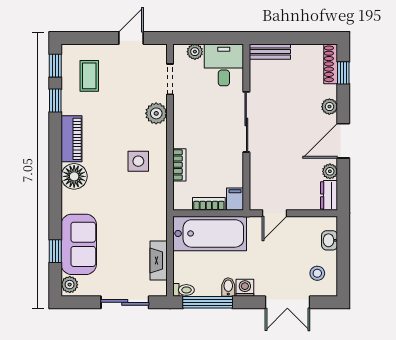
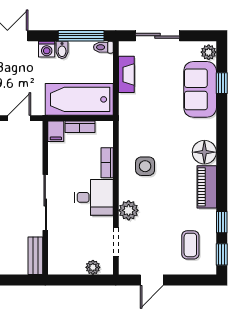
bench: (270, 52) -> (35, 256), moved, turned 90
desk: (224, 65) -> (94, 197), moved, turned -90

